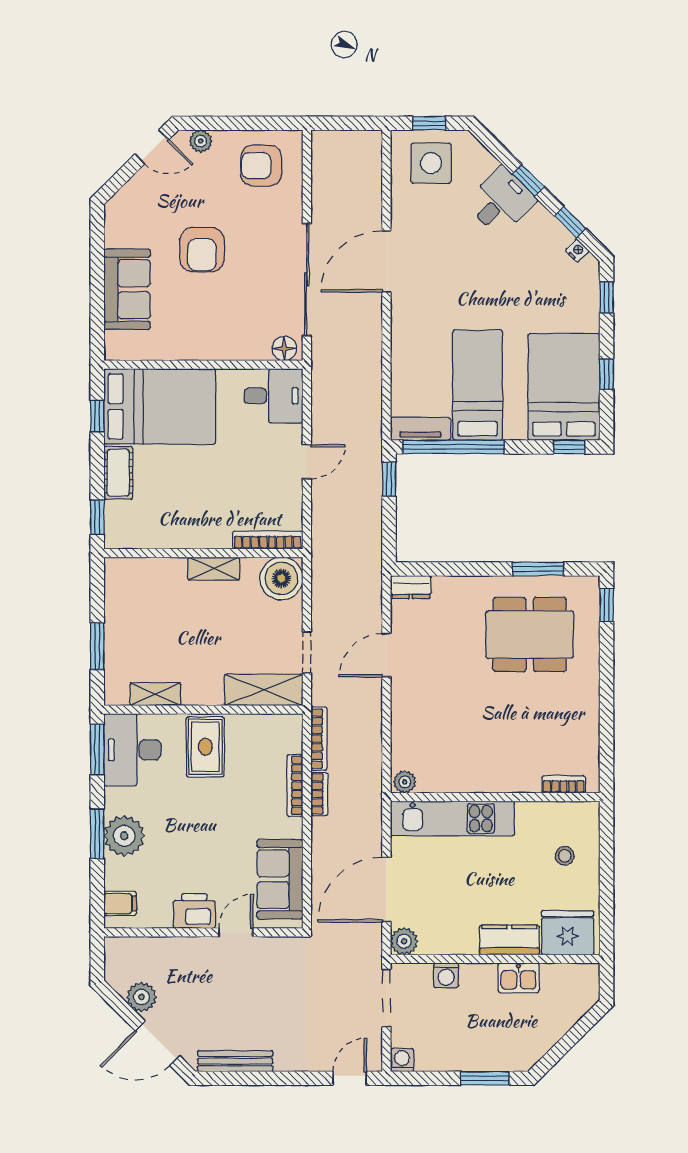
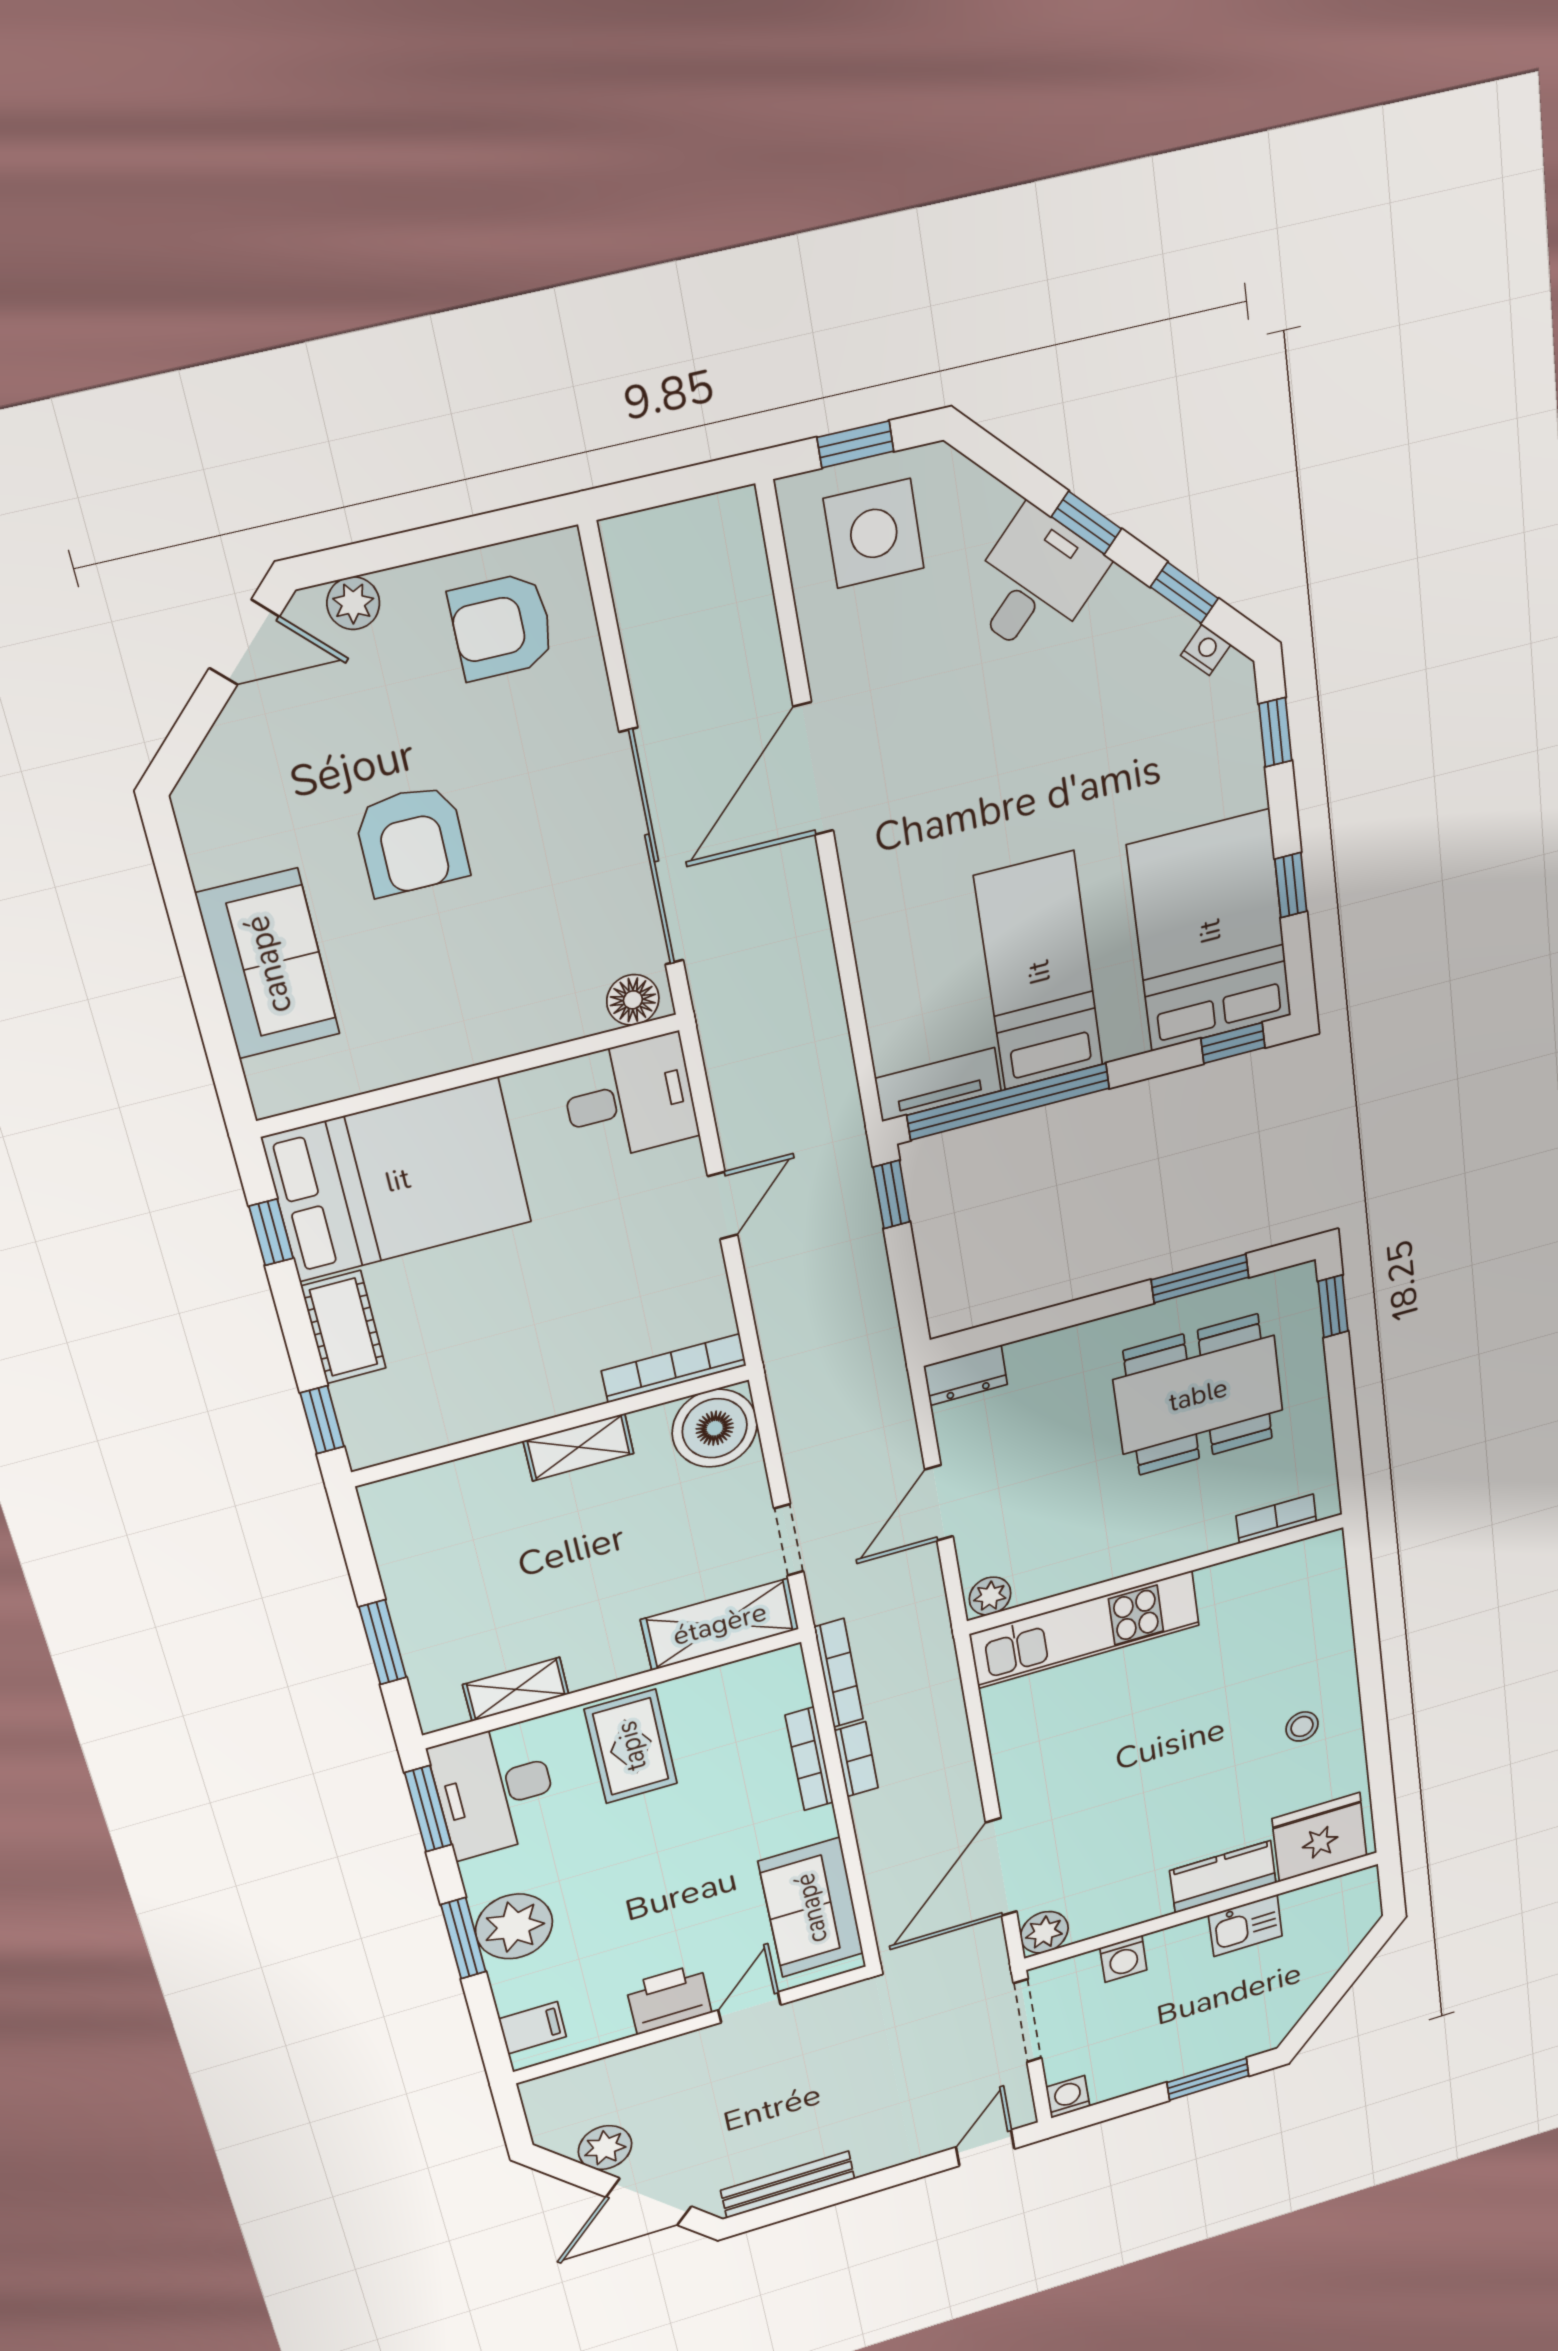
plant: (405, 782) -> (990, 1596), moved
bookcase: (564, 784) -> (1276, 1519), moved
wall: (495, 797) -> (1157, 1574), moved
kitchen unit: (452, 819) -> (1085, 1630), moved

